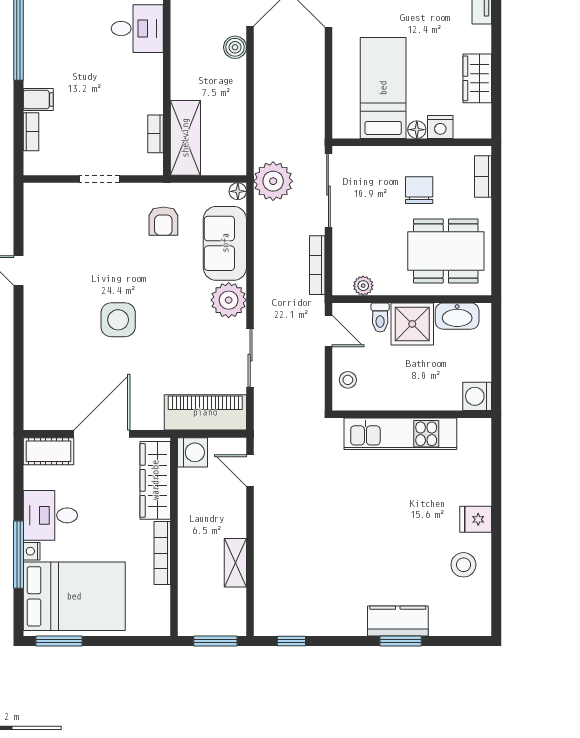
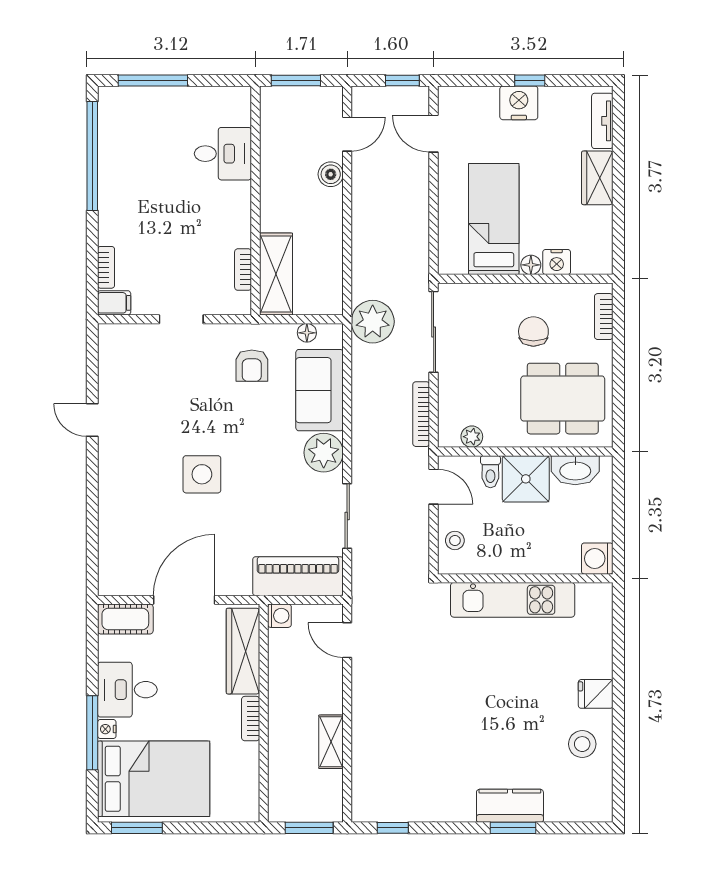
wardrobe: (477, 78) -> (597, 178), moved
filing cabinet: (38, 100) -> (114, 303), moved
floor lamp: (238, 191) -> (307, 333), moved
washing machine: (192, 452) -> (279, 616), width x0.73, depth x0.73
bookcase: (162, 553) -> (251, 719), width x0.64

